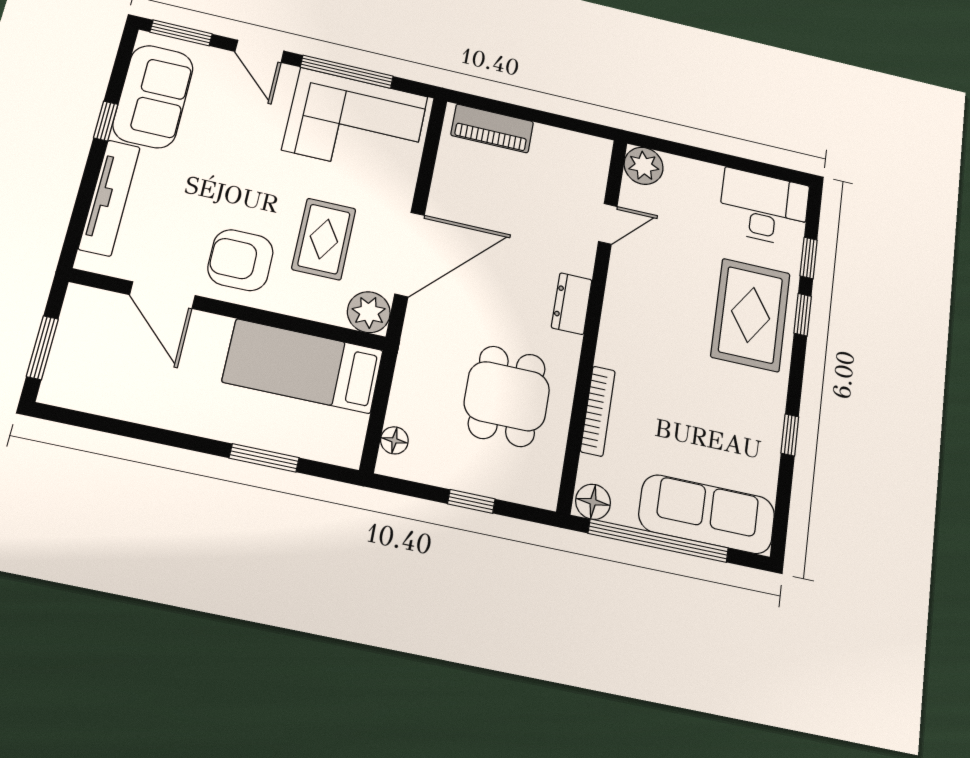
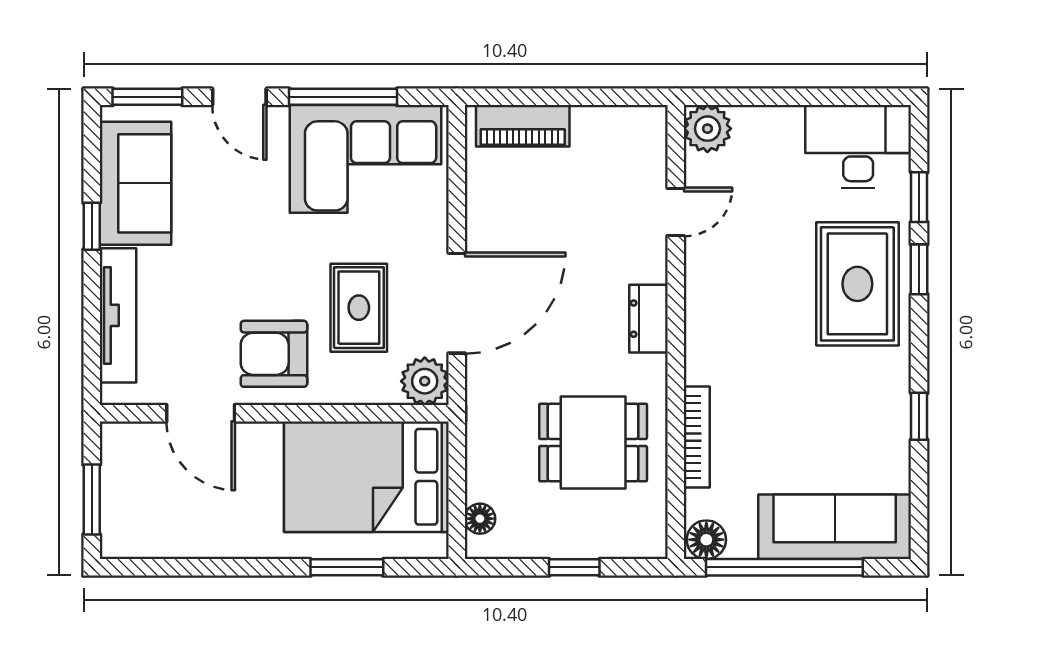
bed: (303, 366) -> (366, 477), width x1.50
dining table: (507, 396) -> (593, 443), turned 90

